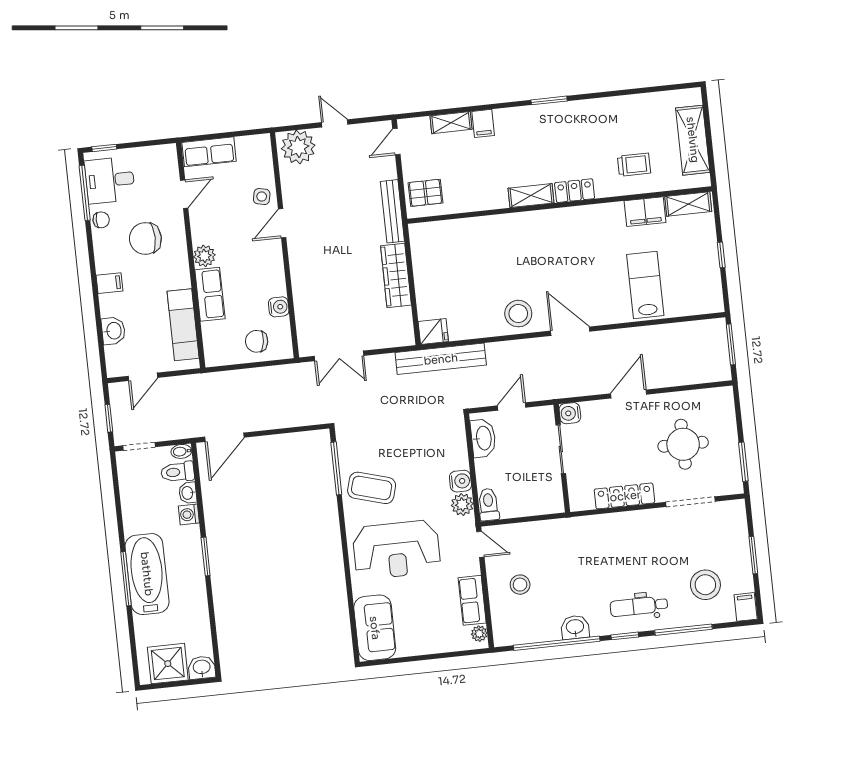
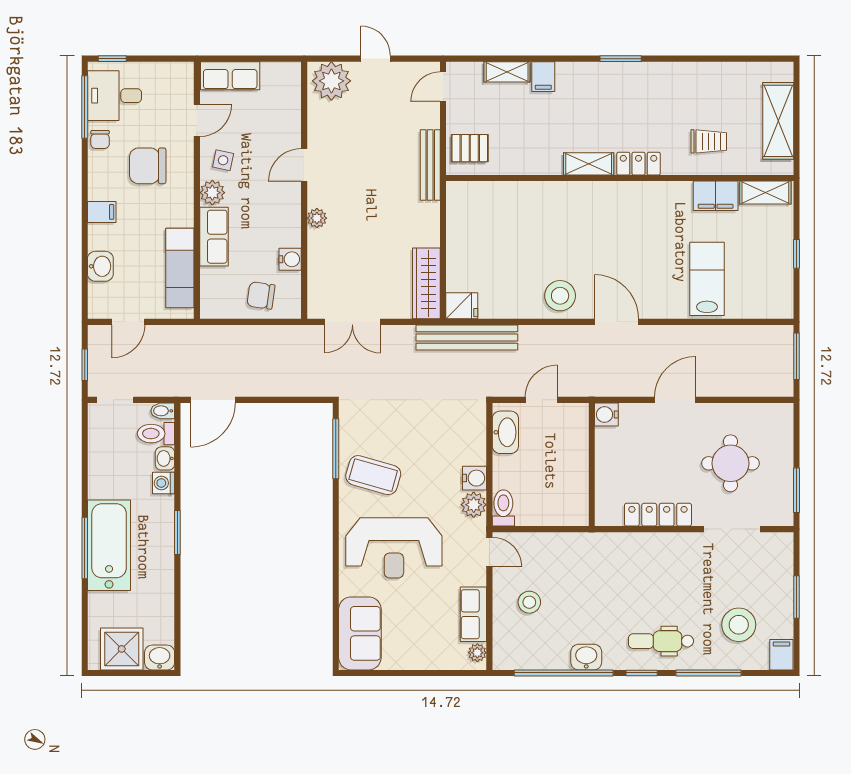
side table: (262, 197) -> (223, 160), moved
chair: (101, 220) -> (100, 139), turned 90
plant: (298, 268) -> (317, 218), added
wardrobe: (396, 275) -> (426, 283), moved
sliding door: (561, 449) -> (592, 454), removed

